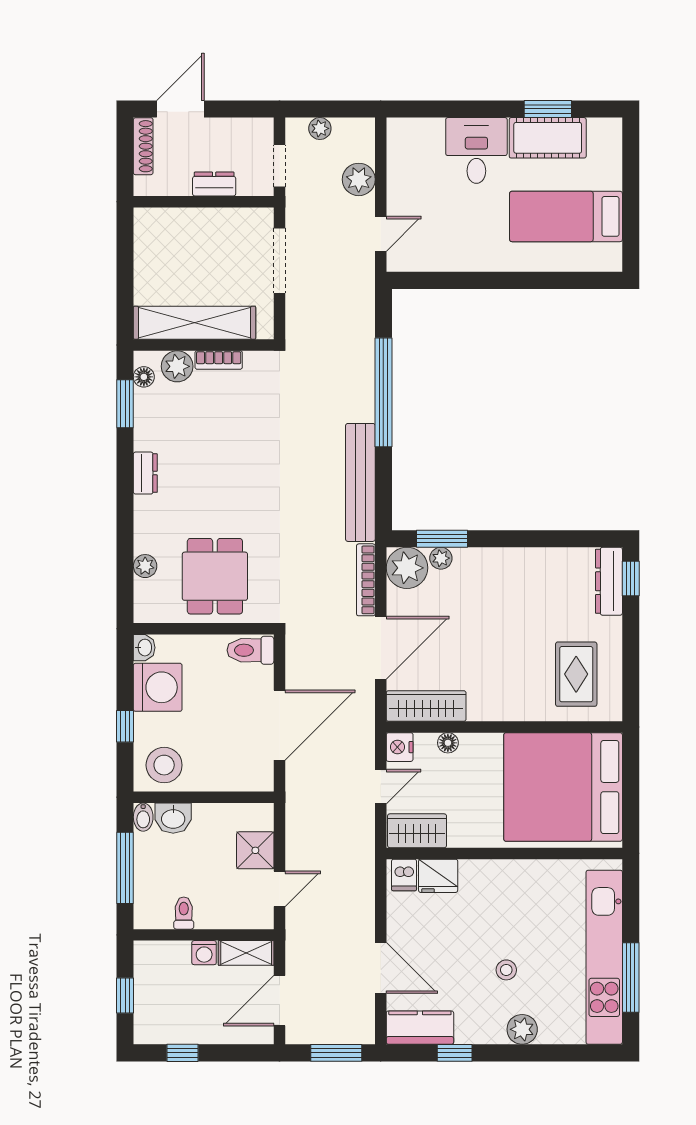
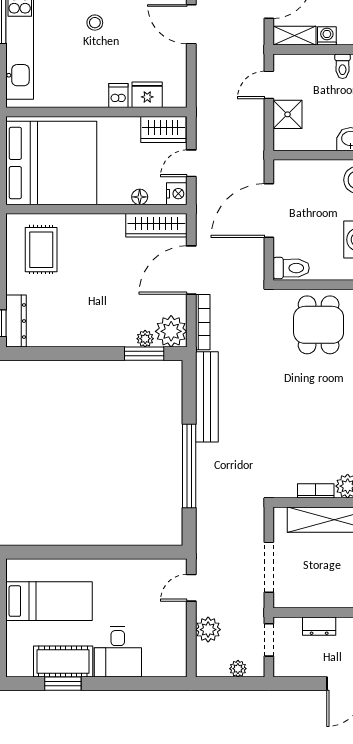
dishwasher: (404, 875) -> (118, 95), moved

